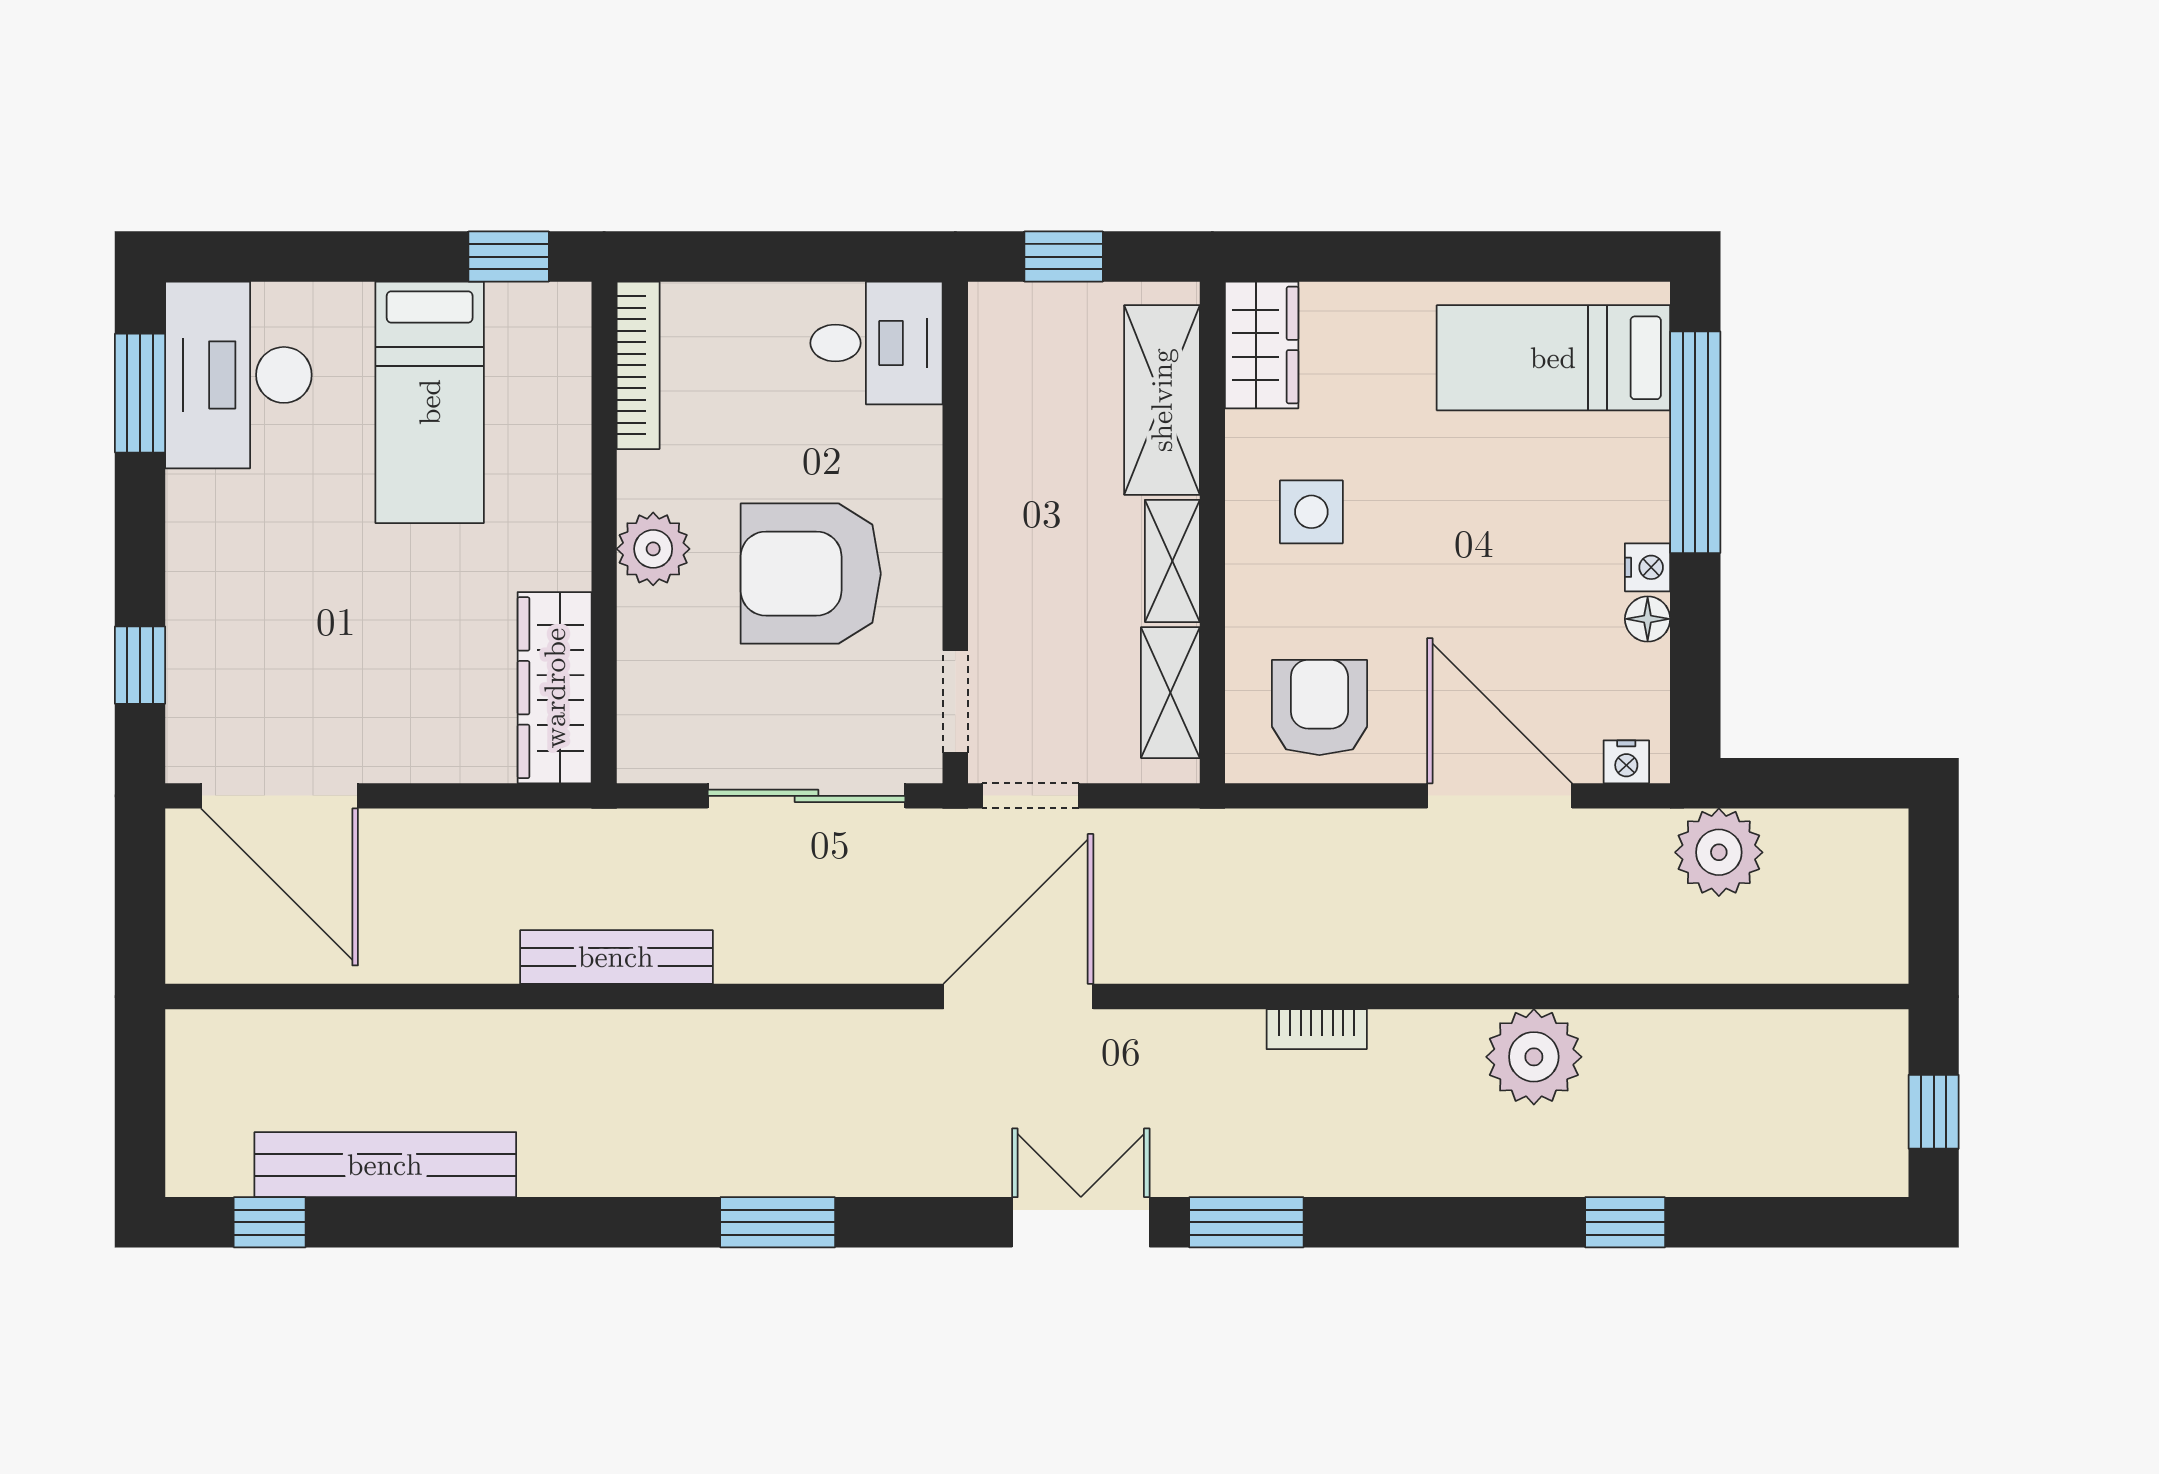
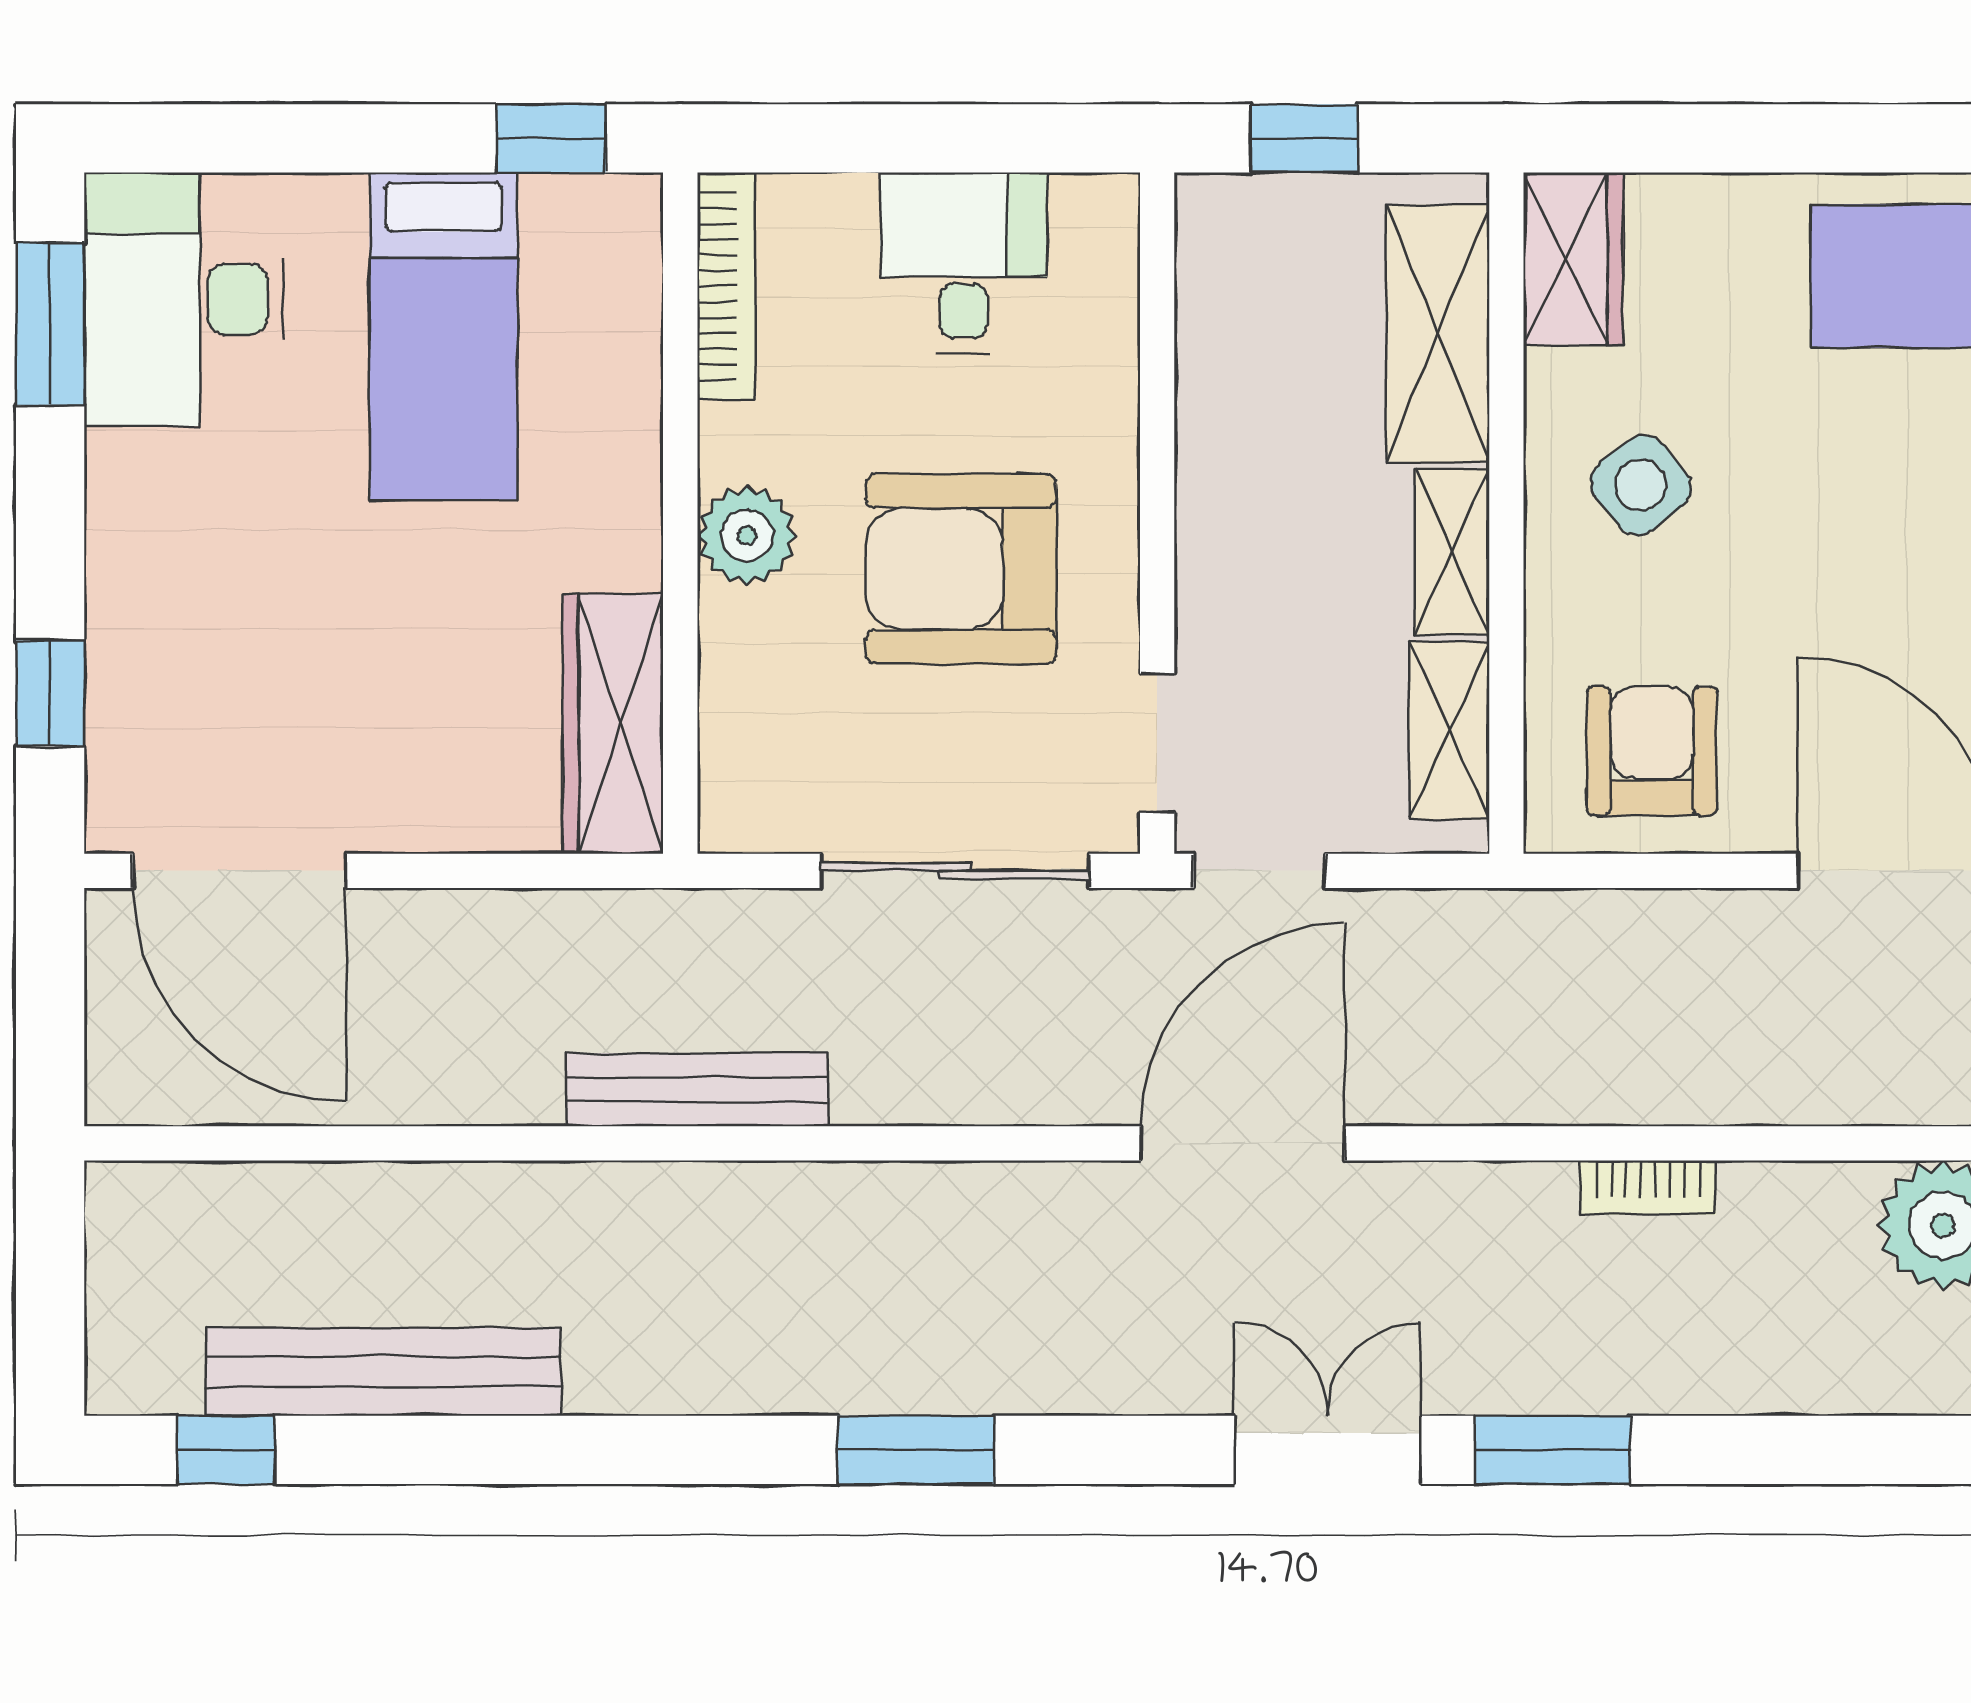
desk: (876, 343) -> (964, 262), moved, turned -90
side table: (1311, 512) -> (1641, 485), turned -38

